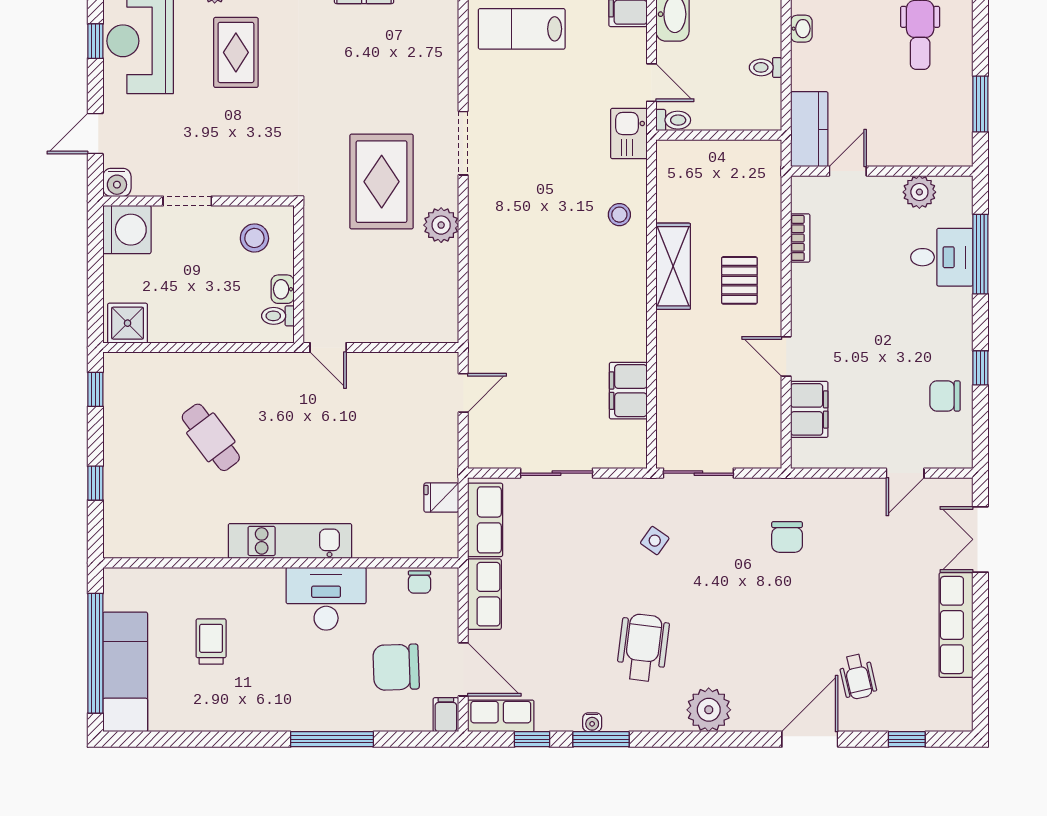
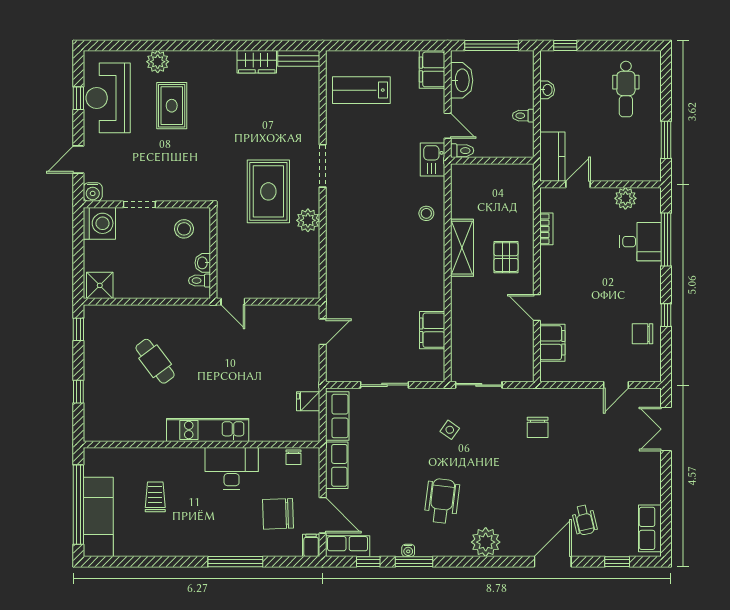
row of seats: (956, 625) -> (650, 528), moved, width x0.68

